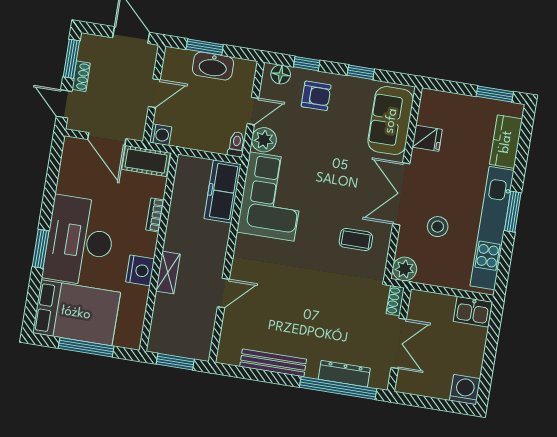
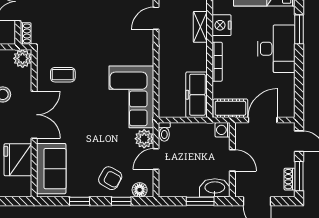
washbasin: (213, 66) -> (215, 188), moved
shoe rack: (81, 76) -> (290, 179), moved
door: (154, 93) -> (232, 160), swing flipped
armchair: (316, 96) -> (110, 178), turned -151
fridge: (427, 138) -> (18, 160), width x1.88, depth x1.34
door: (107, 139) -> (263, 120), hinge flipped
freezer: (222, 191) -> (197, 95), moved, turned 180
bookcase: (155, 215) -> (217, 62), width x1.56
desk: (80, 241) -> (276, 49), width x0.73, depth x0.77

